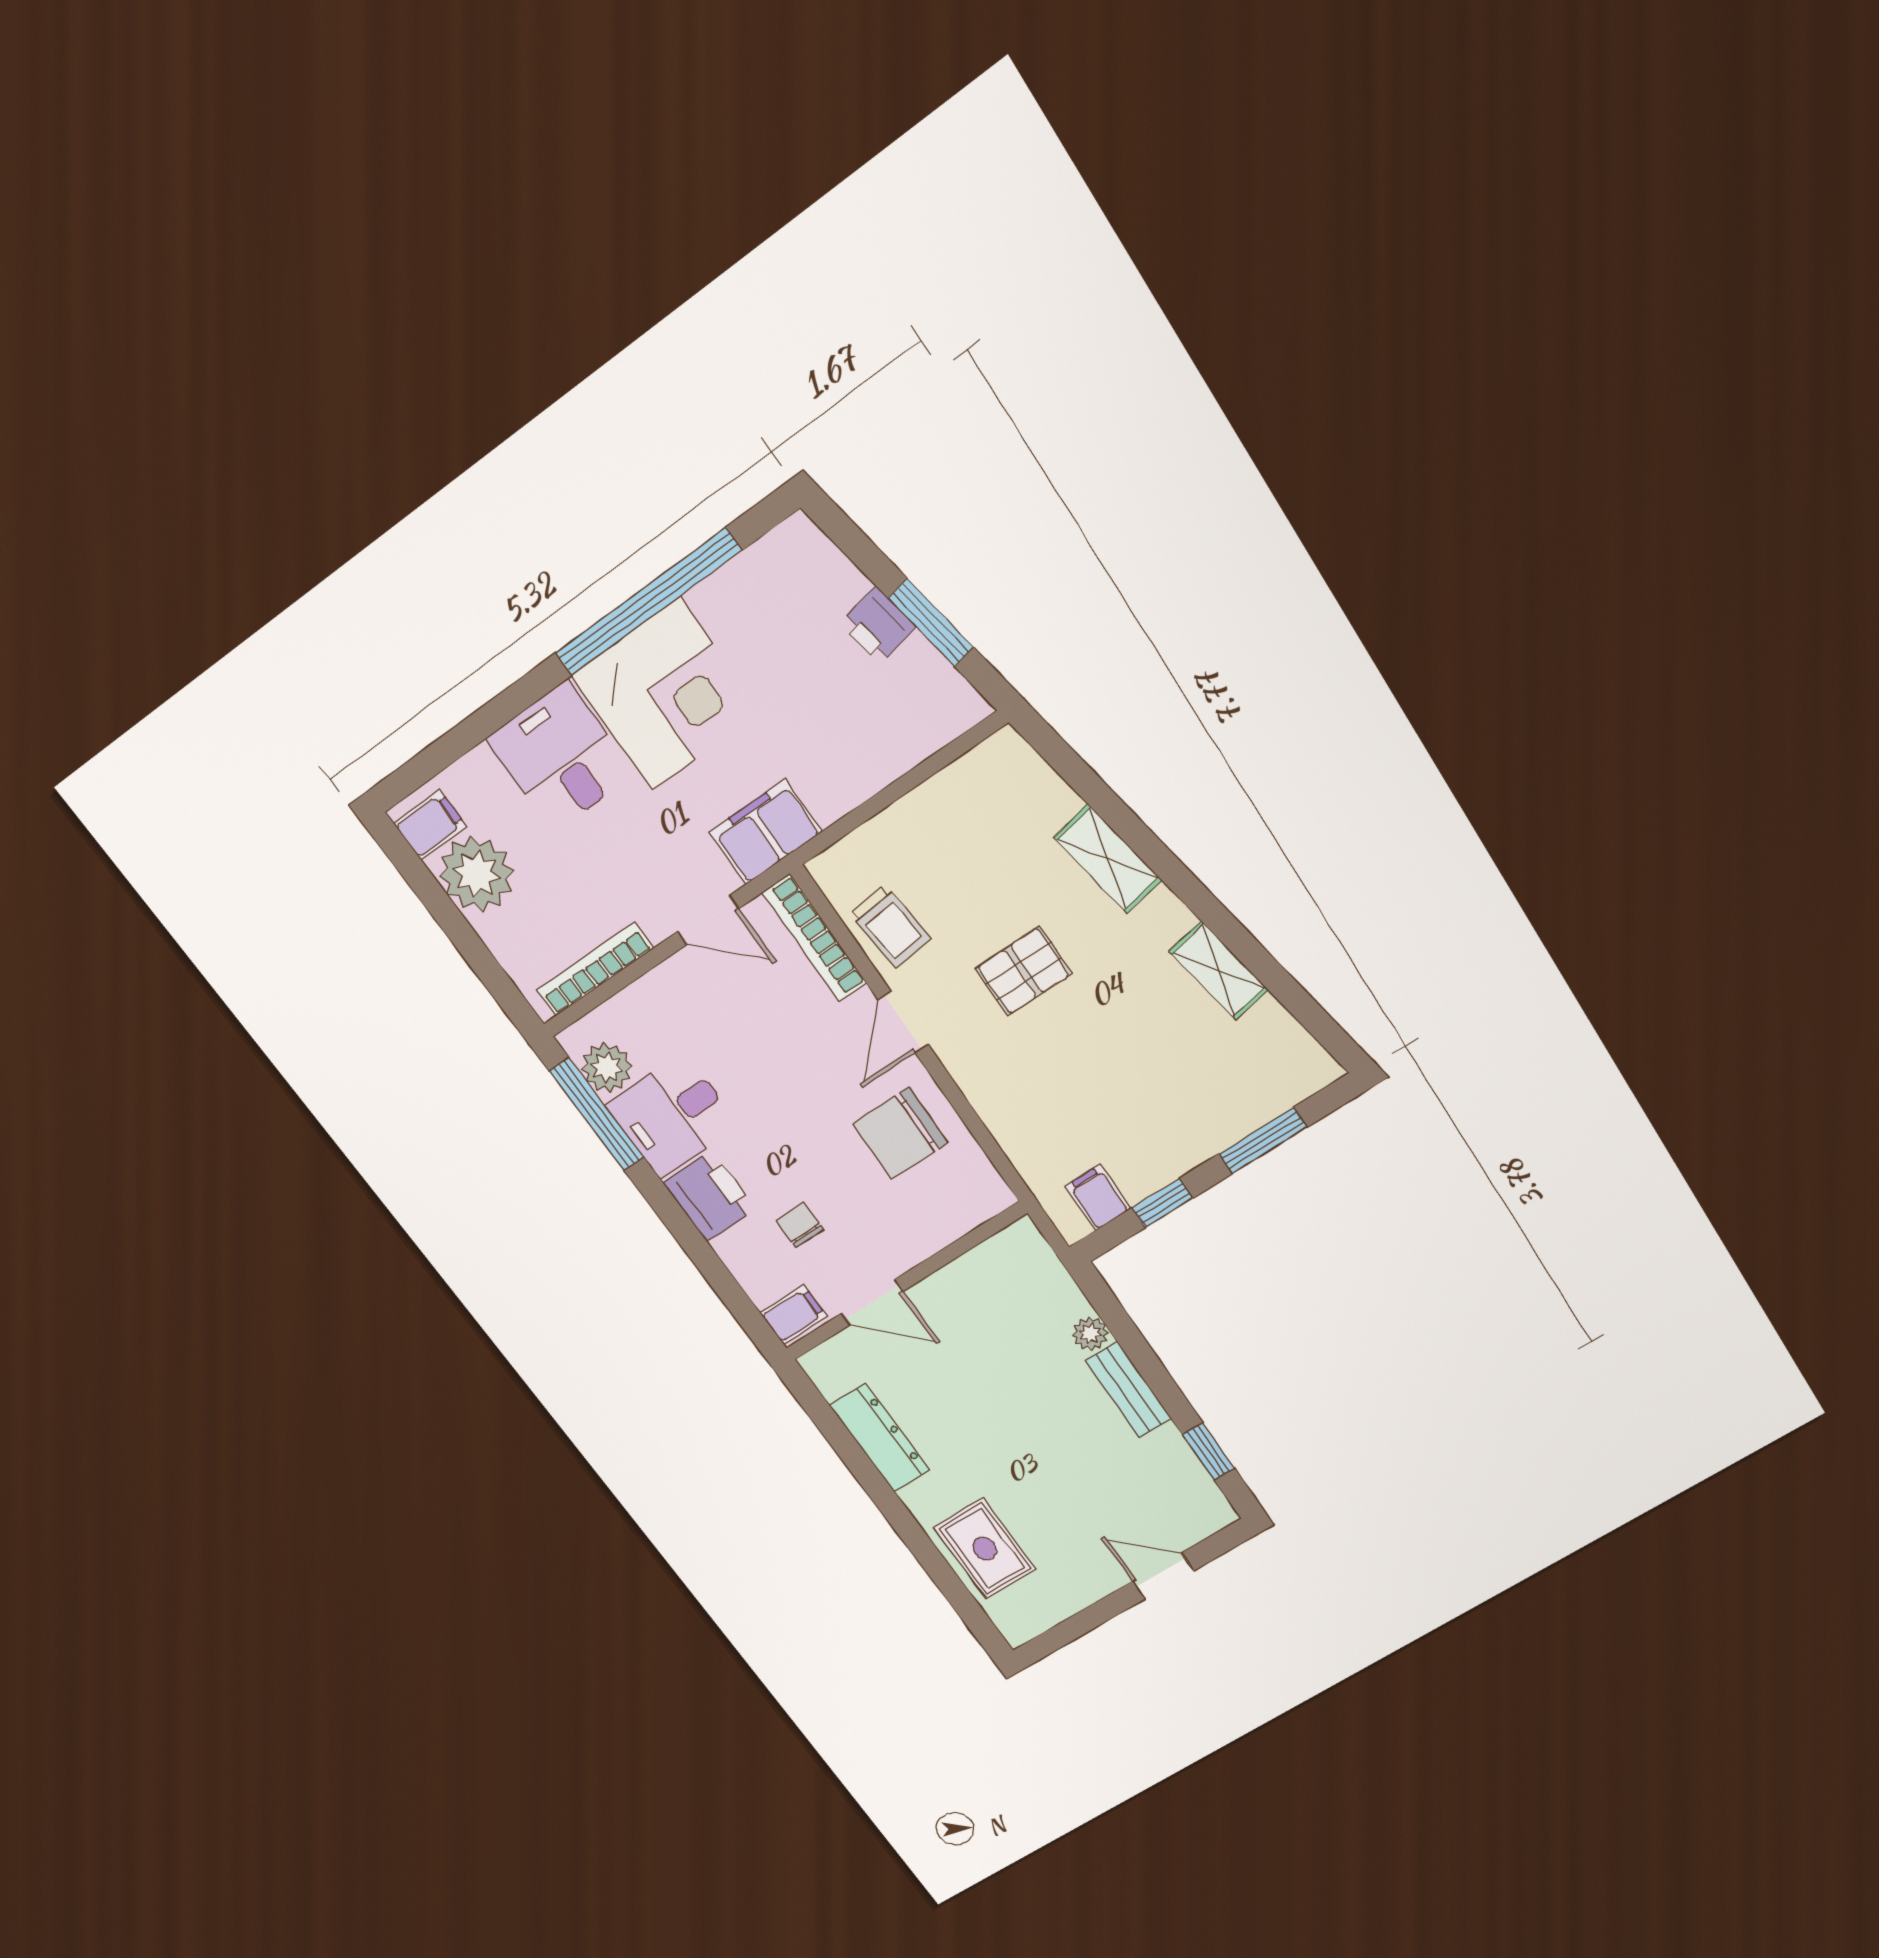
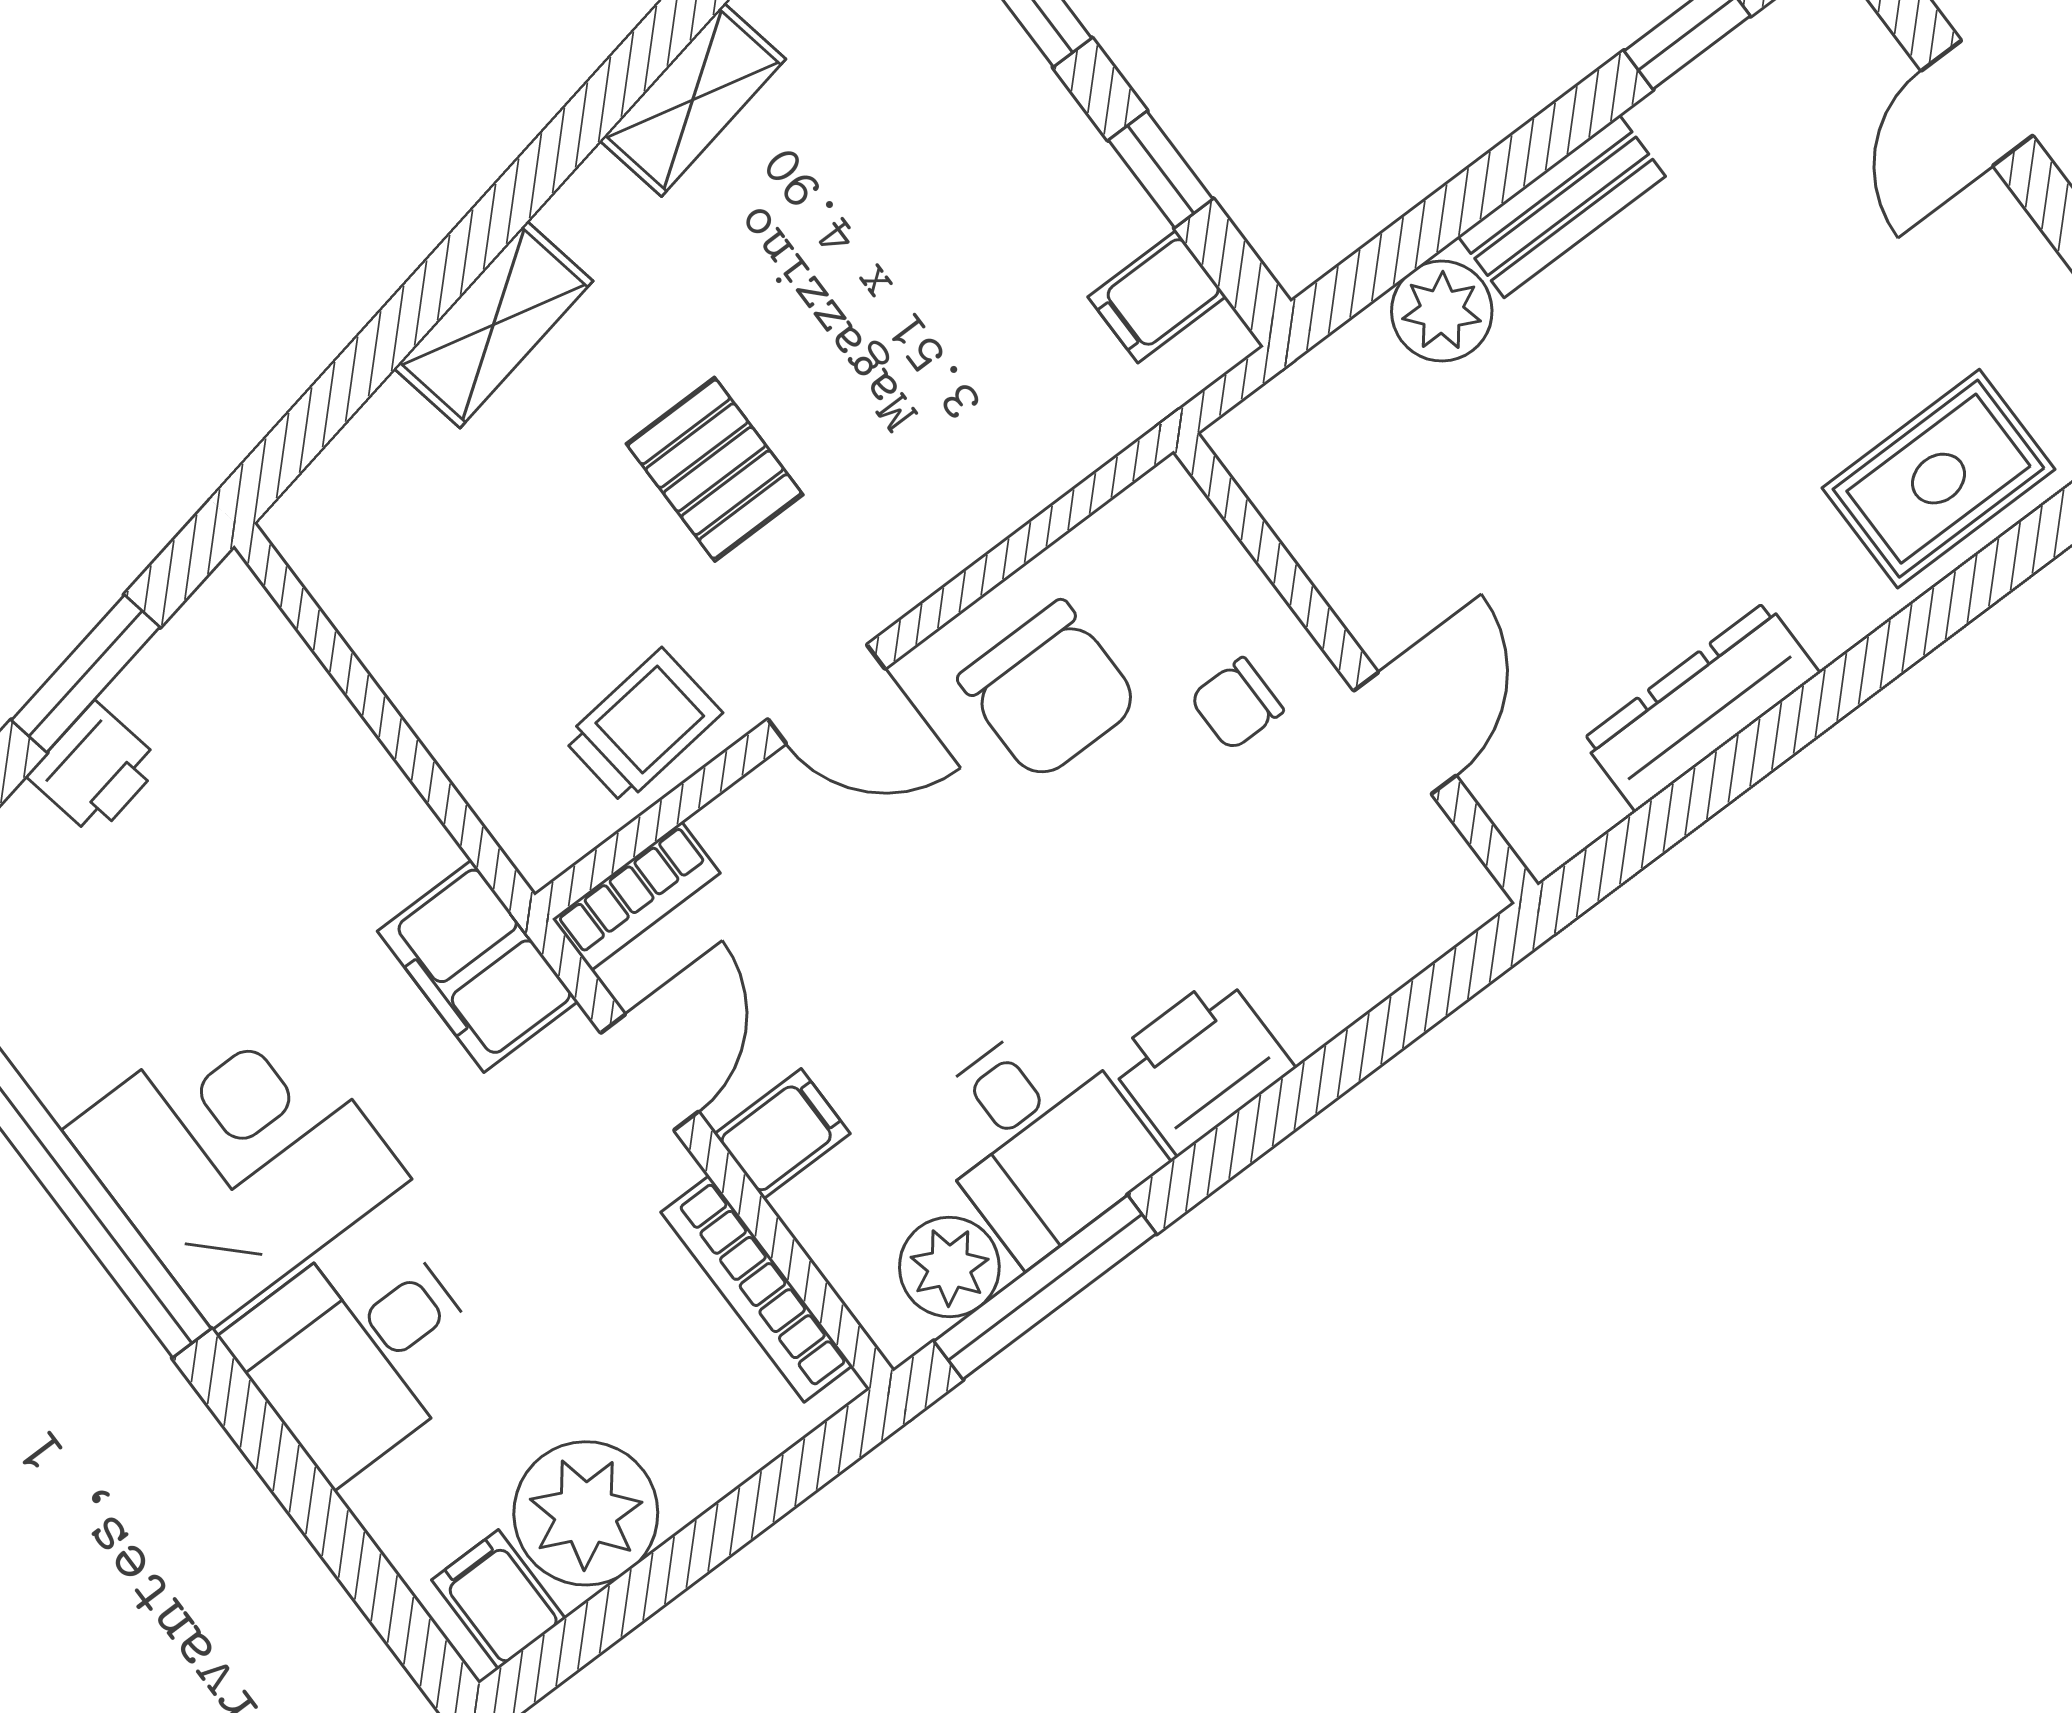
bookcase: (815, 938) -> (636, 896), width x0.64
chair: (800, 1225) -> (1237, 704), moved
filing cabinet: (794, 1315) -> (782, 1134), moved, turned 90
plant: (1090, 1334) -> (1442, 311), width x1.38, depth x1.38

